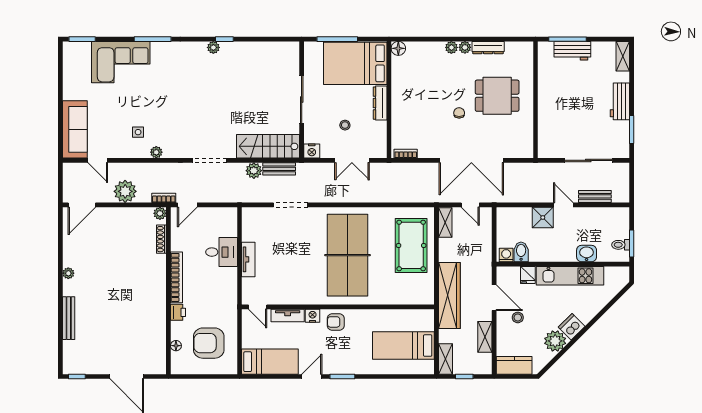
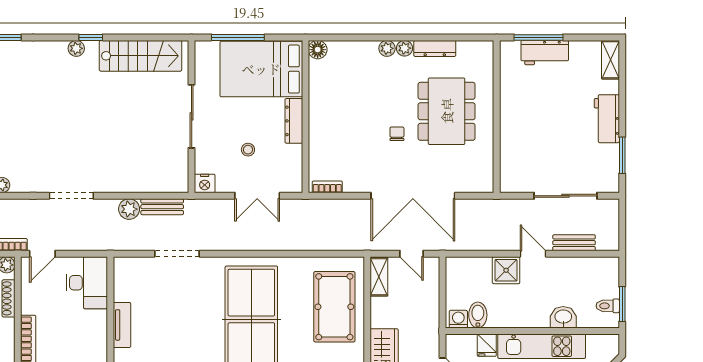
dining table: (497, 96) -> (447, 111), width x1.38
stairs: (268, 146) -> (141, 56), moved, turned 180
desk: (222, 252) -> (87, 283), moved, width x1.37

